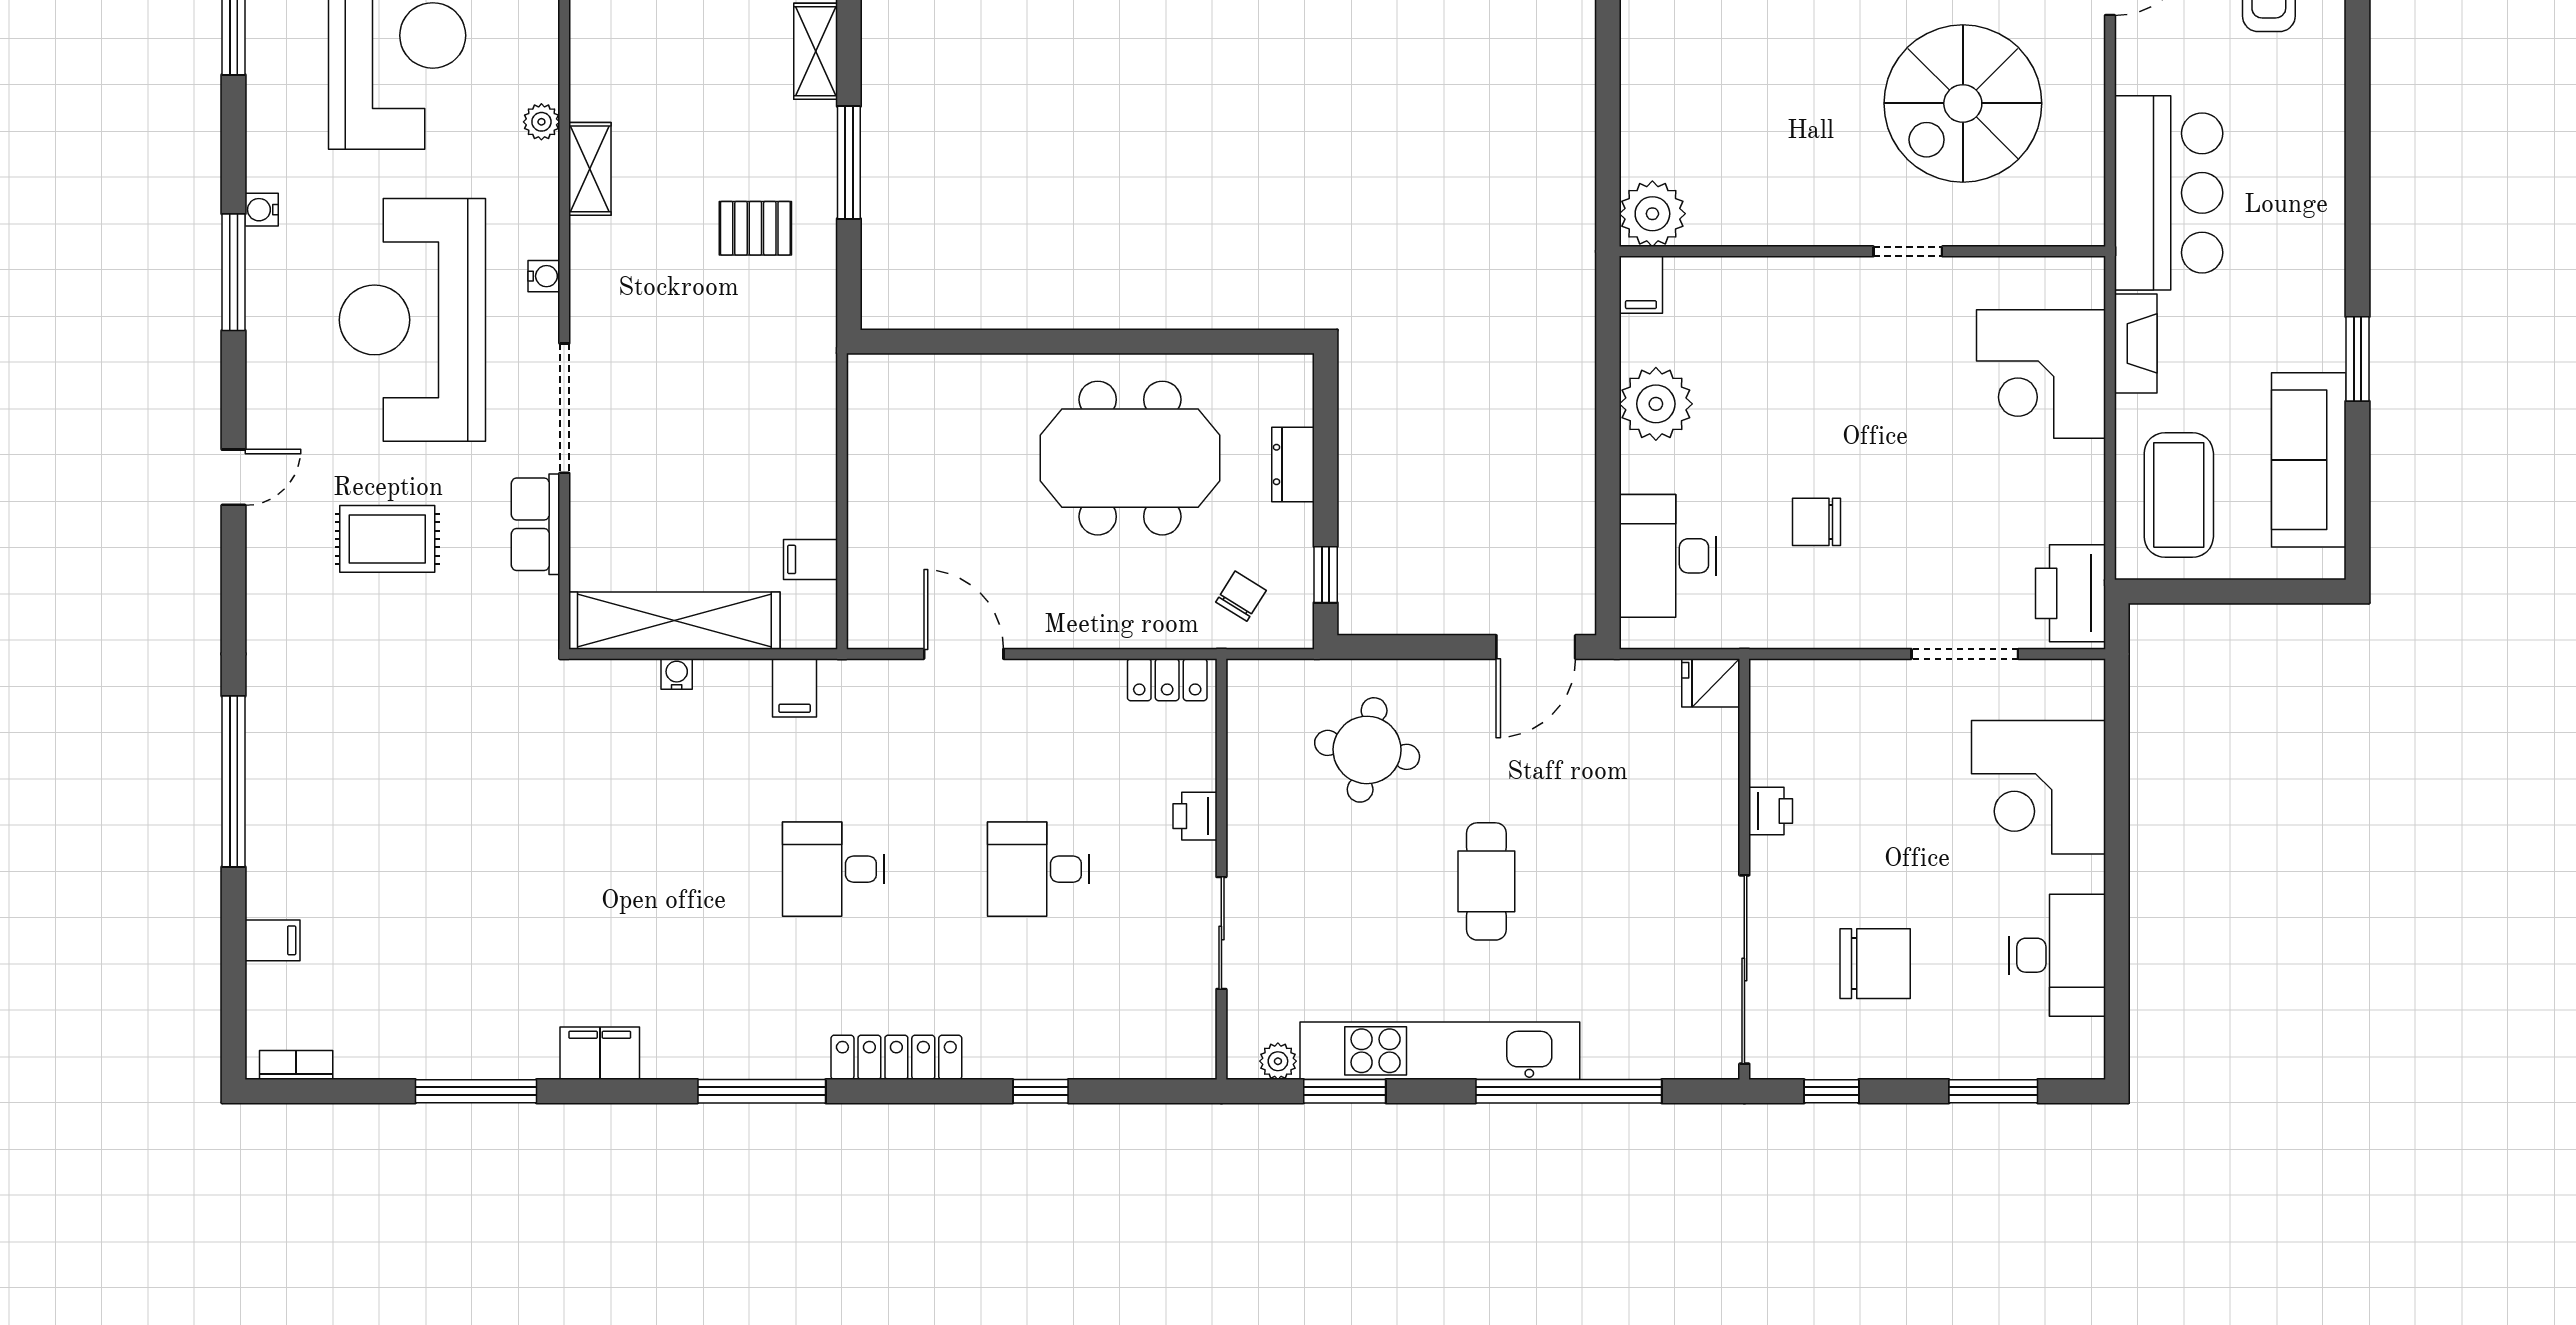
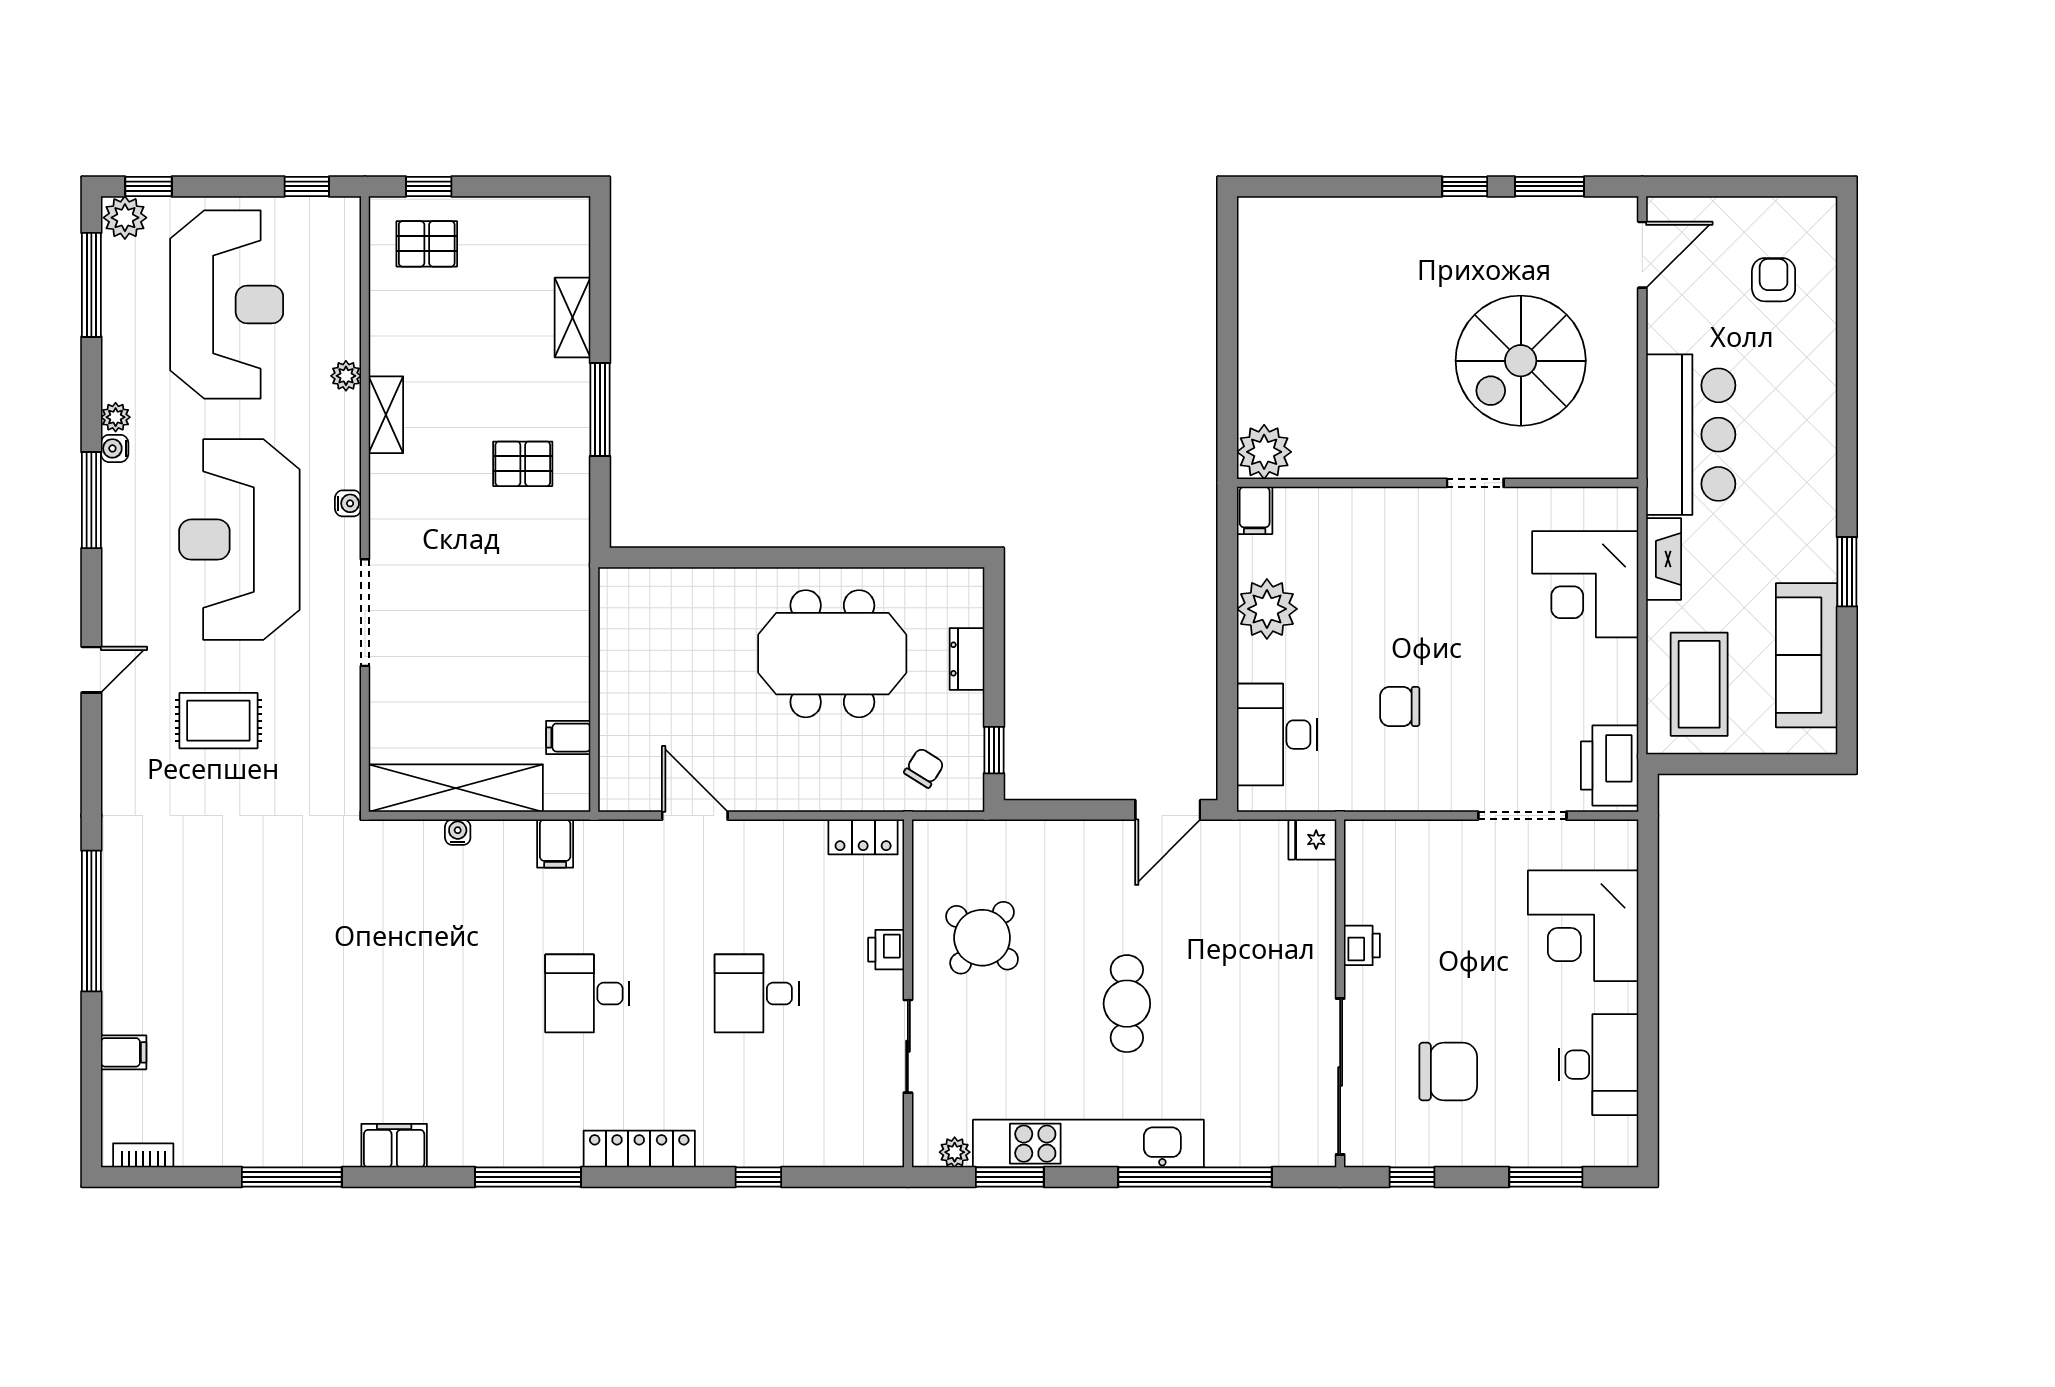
plant: (263, 172) -> (116, 417), added
row of seats: (536, 524) -> (341, 708), removed
round table: (1367, 750) -> (982, 938), moved, turned 30

